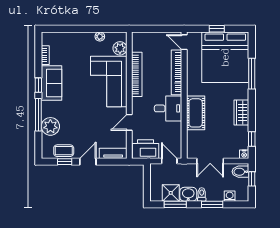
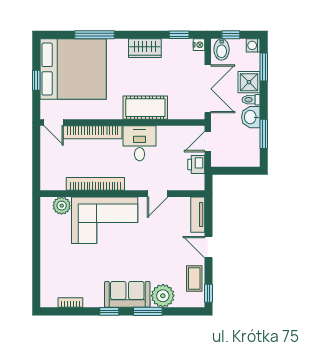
plant: (100, 37) -> (46, 232), removed
door: (184, 42) -> (54, 122), hinge flipped
sofa: (51, 83) -> (127, 294), moved
window: (38, 115) -> (148, 311), width x0.69
door: (129, 122) -> (158, 194), hinge flipped
printer: (146, 149) -> (196, 165), width x0.53, depth x0.68
double door: (210, 161) -> (208, 89), width x1.37
window: (65, 162) -> (208, 293), moved
shower: (171, 193) -> (249, 82), moved
washing machine: (230, 196) -> (253, 45), moved
window: (212, 204) -> (264, 67), moved

